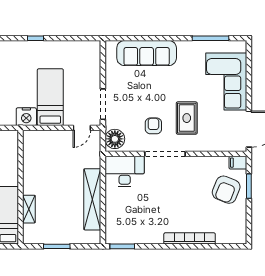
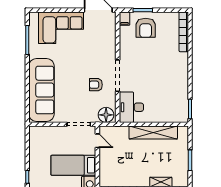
sofa: (147, 53) -> (42, 90), width x1.36, depth x1.27
rug: (187, 118) -> (90, 59), removed
armchair: (226, 190) -> (146, 28), turned 68
bookcase: (190, 238) -> (184, 32), moved

